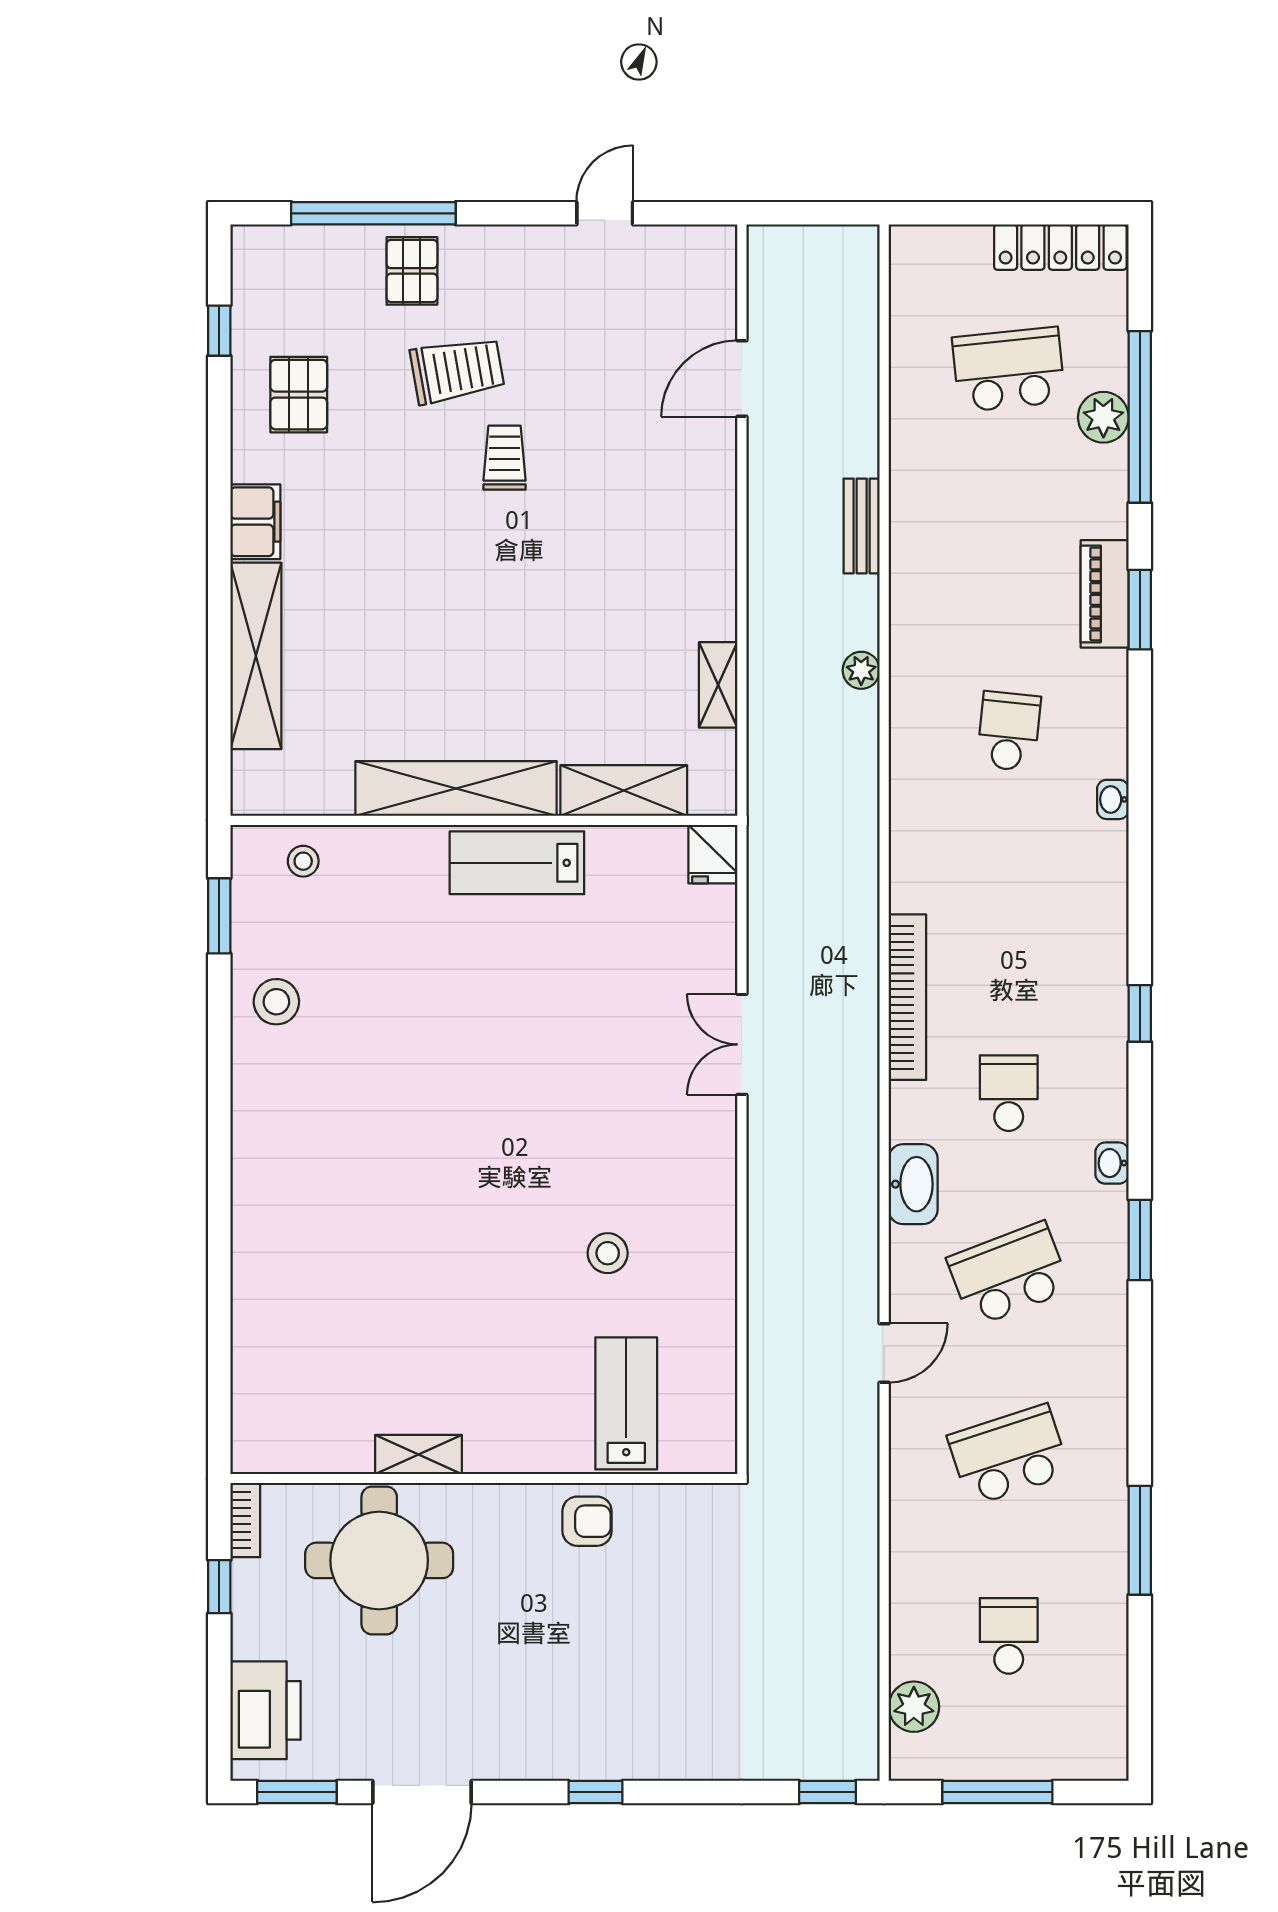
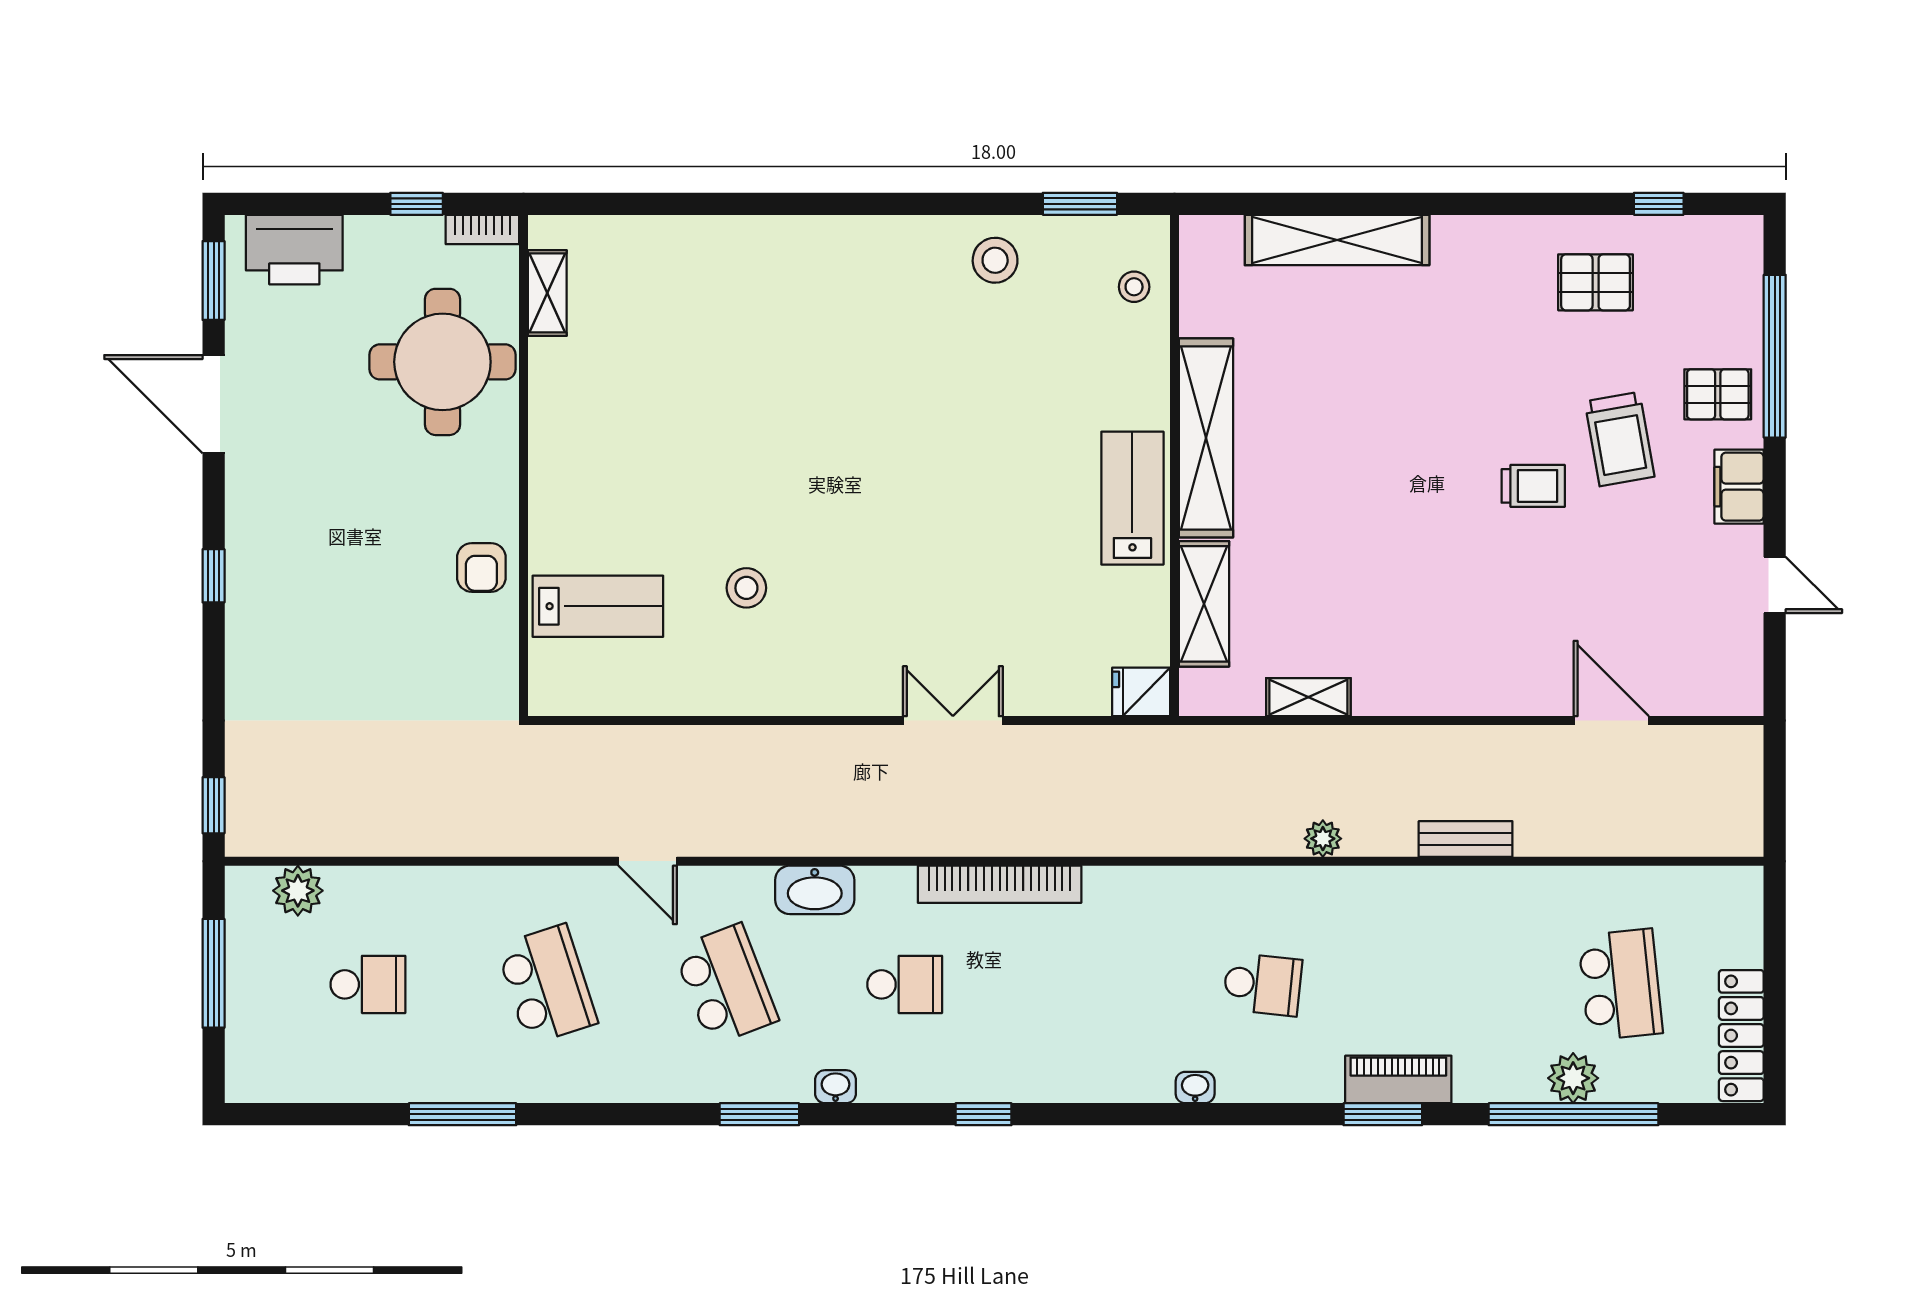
filing cabinet: (255, 522) -> (1739, 487), moved, turned 90
shelving: (418, 1455) -> (547, 293), moved

